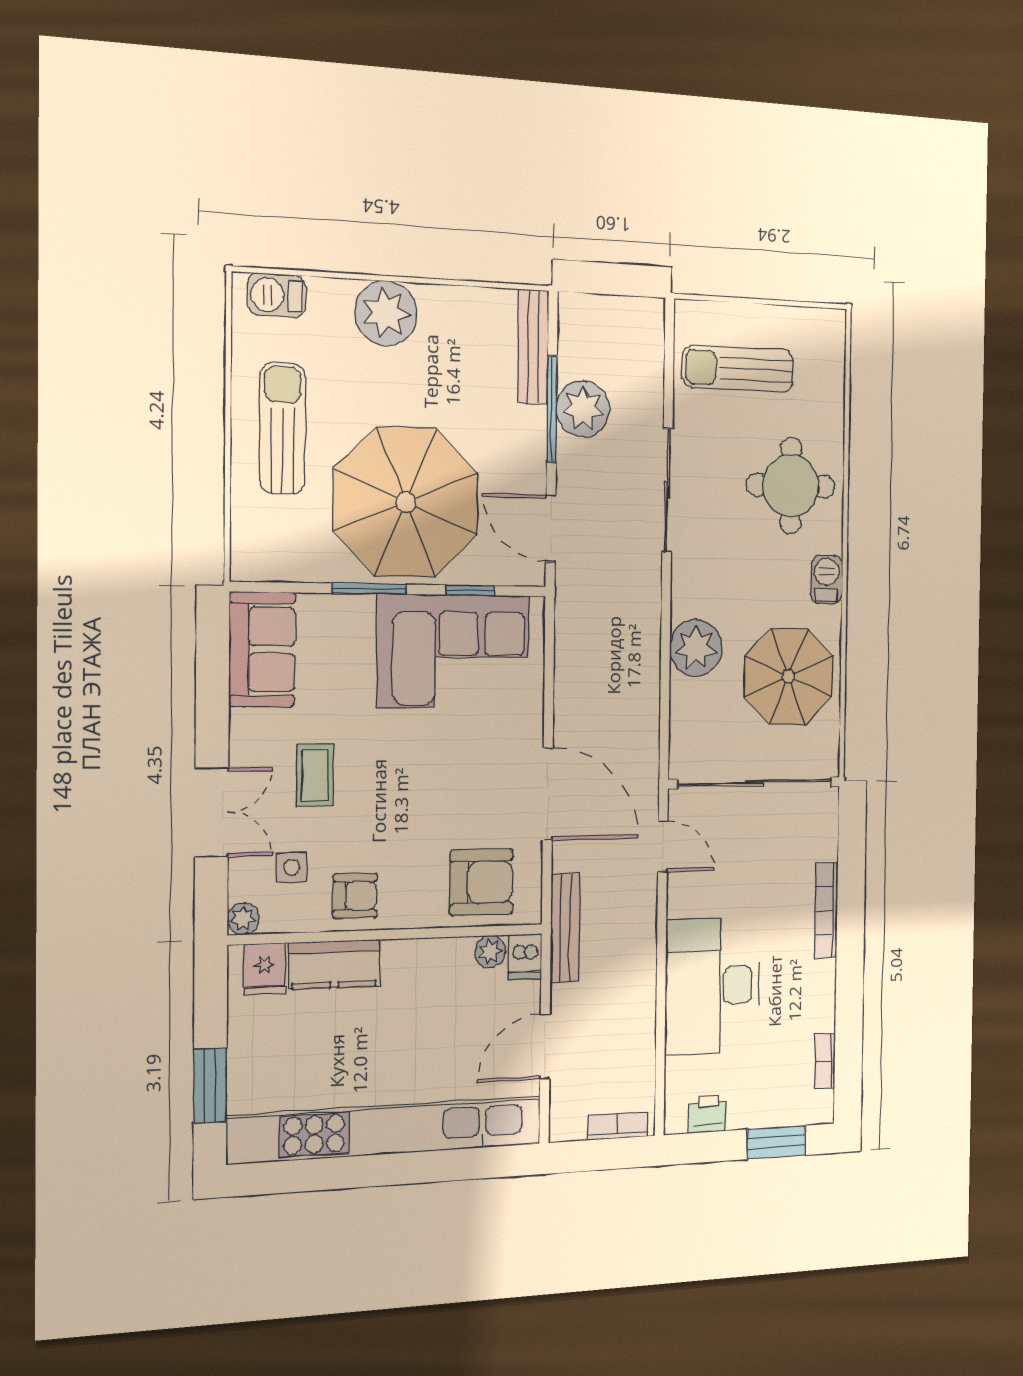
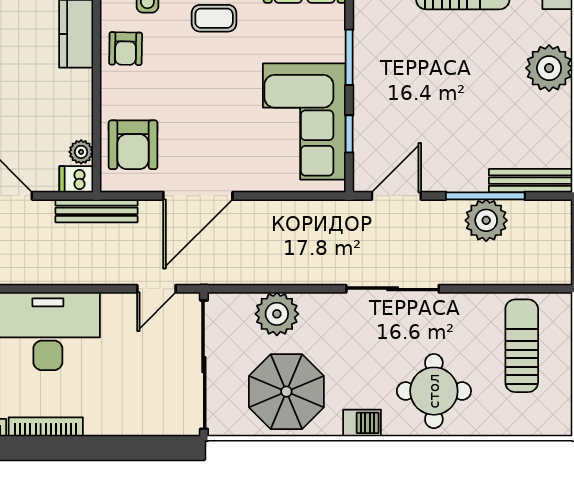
sliding door: (667, 490) -> (393, 289), moved
parasol: (406, 502) -> (413, 84), removed
plant: (696, 648) -> (277, 314), moved
bookcase: (826, 911) -> (46, 427), moved

